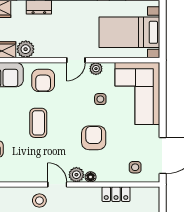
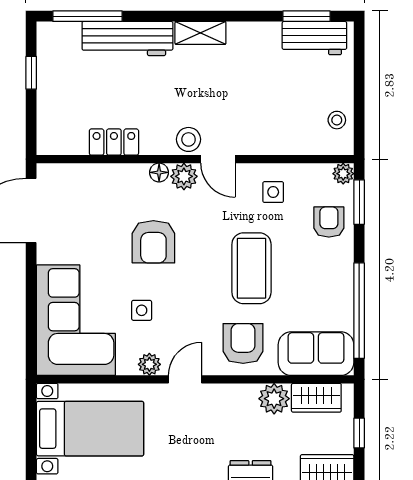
coffee table: (38, 123) -> (251, 268), width x1.36, depth x1.32
side table: (135, 167) -> (273, 192), moved
stool: (39, 201) -> (189, 139), moved

